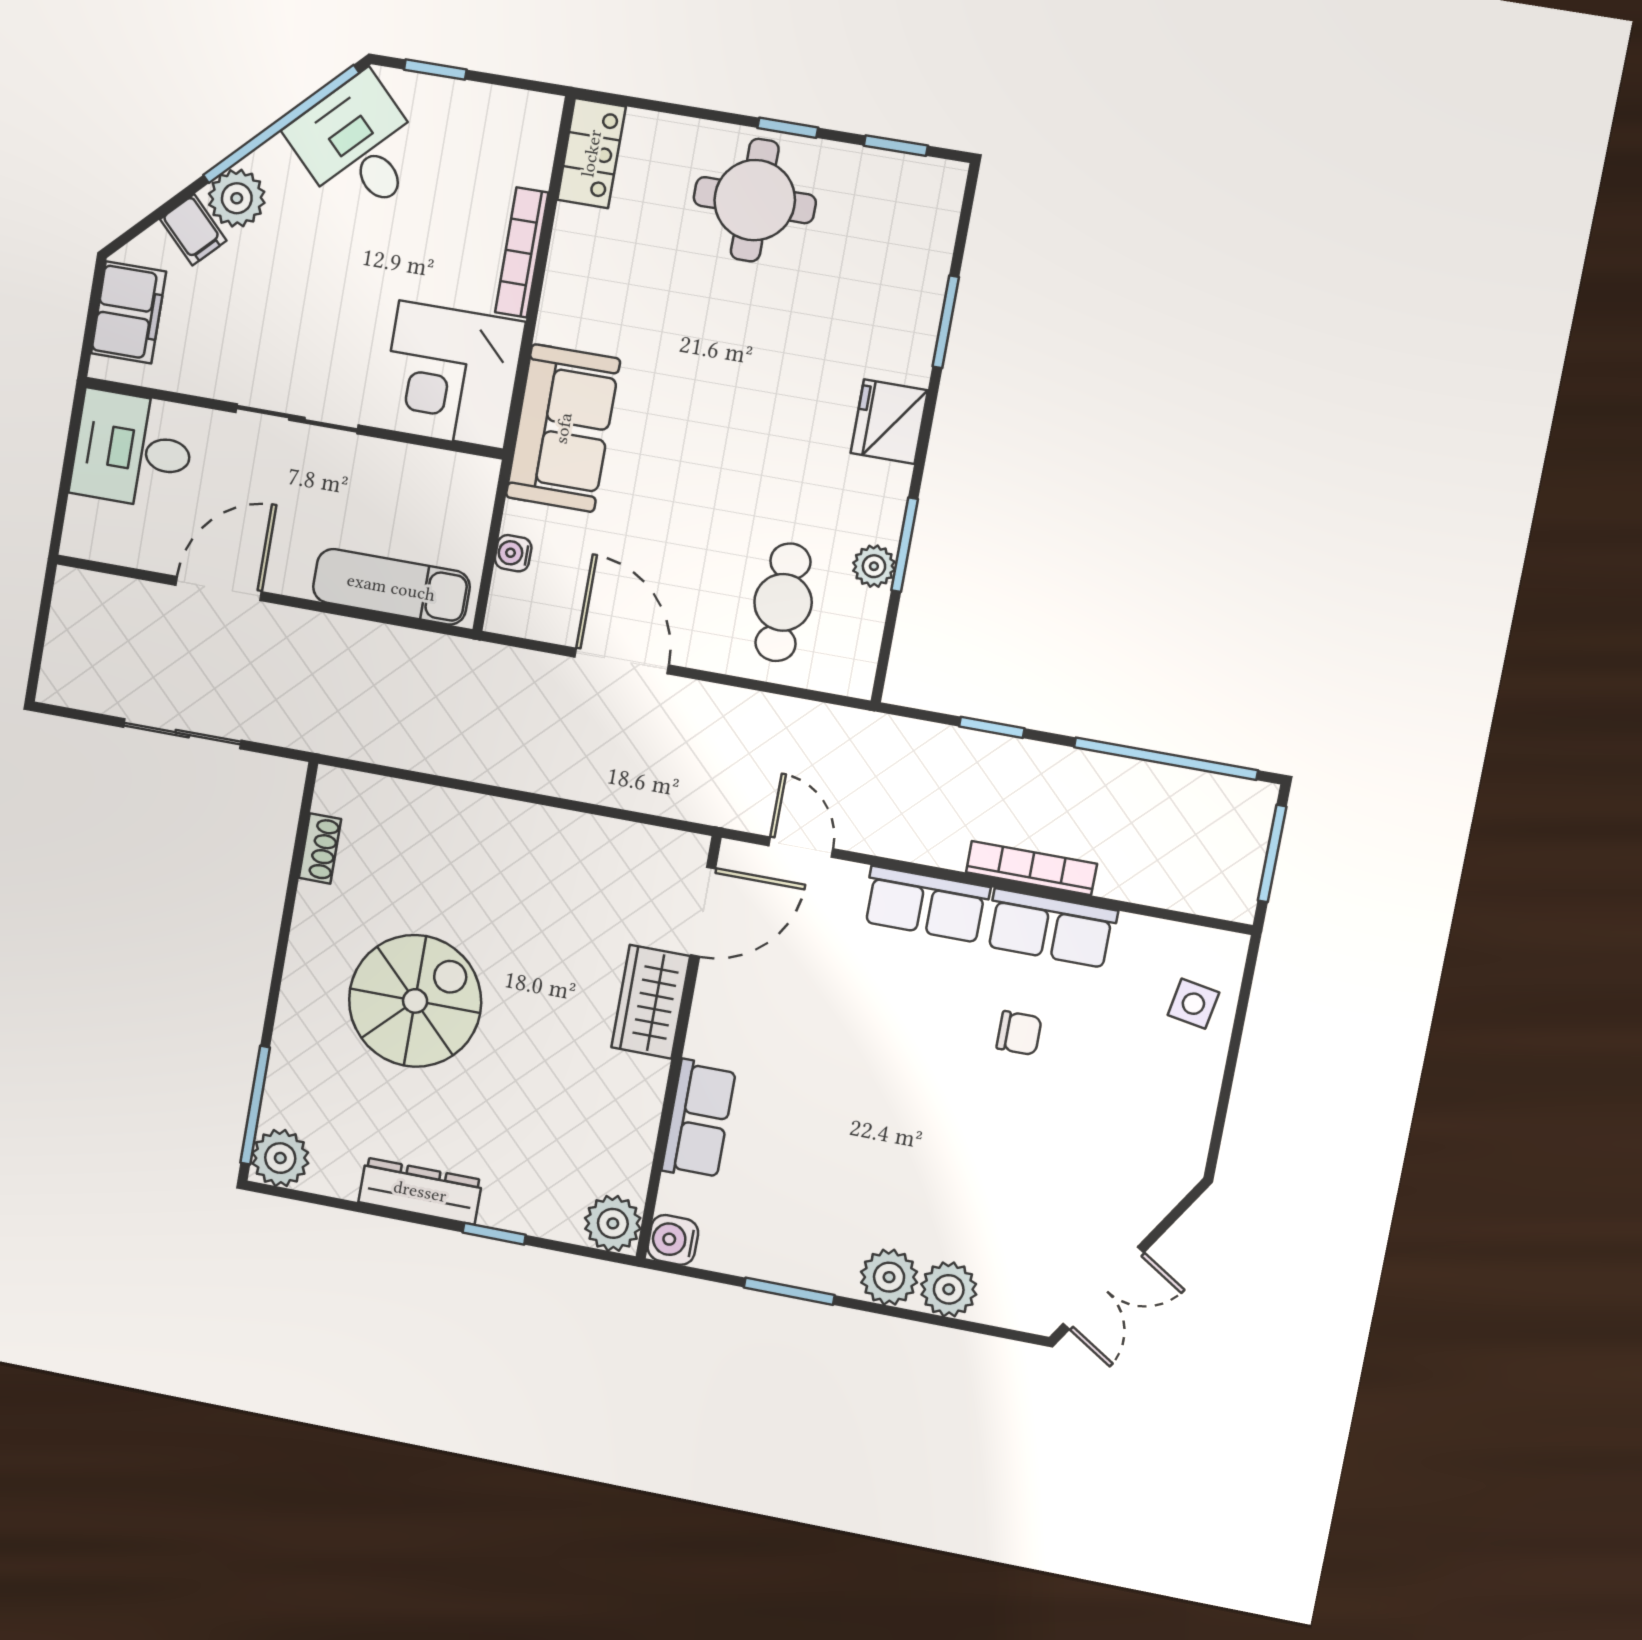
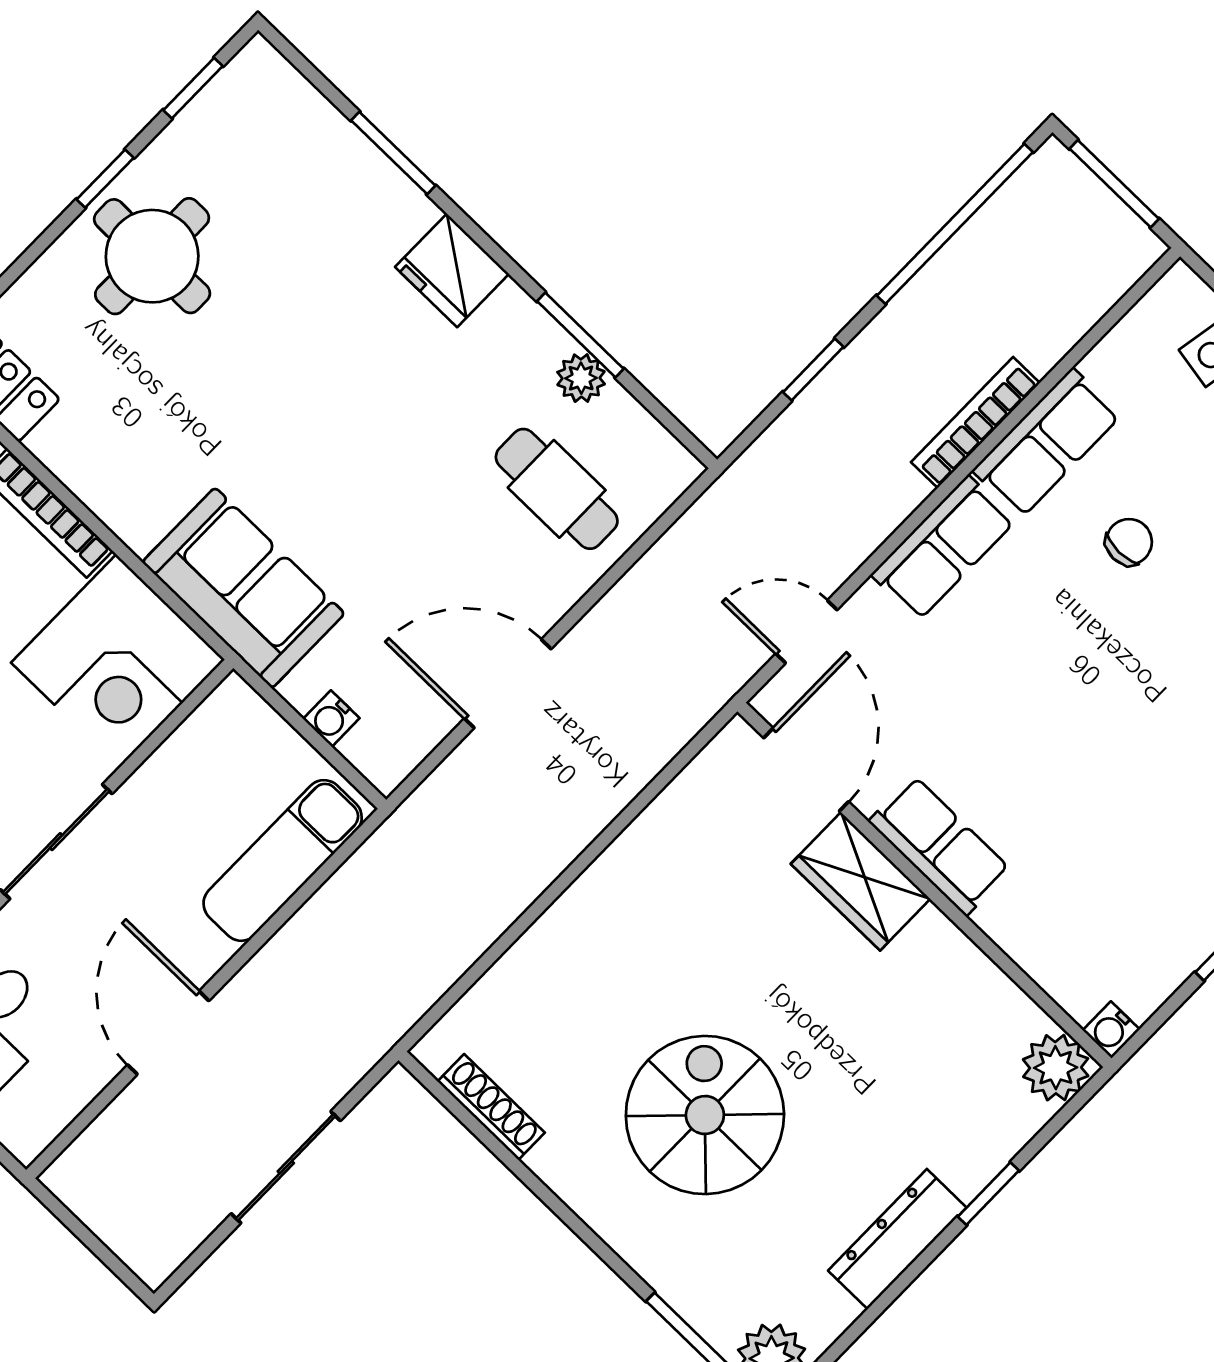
shoe rack: (320, 848) -> (491, 1107), width x1.43
row of seats: (699, 1120) -> (940, 846), moved
water cooler: (673, 1240) -> (1111, 1030), width x0.72, depth x0.72

